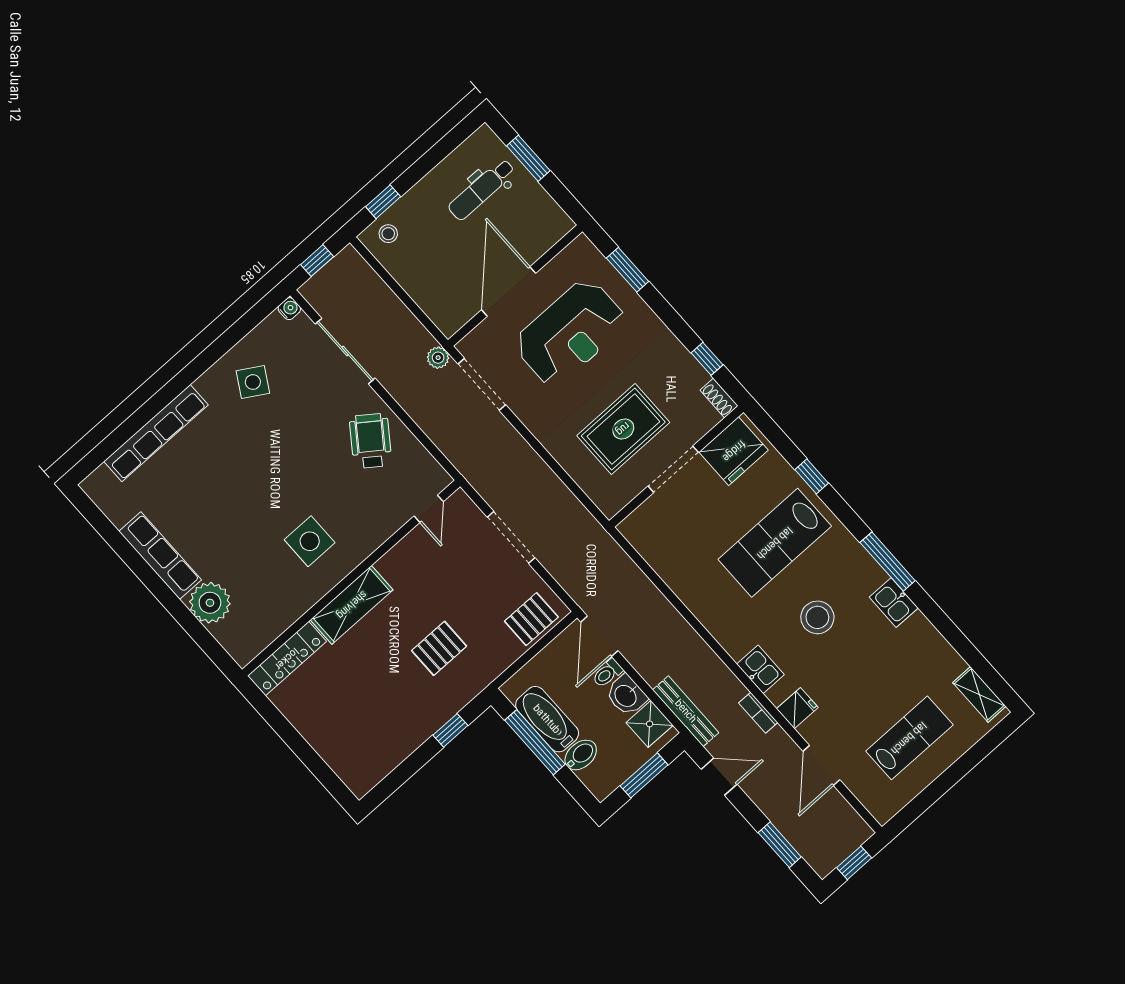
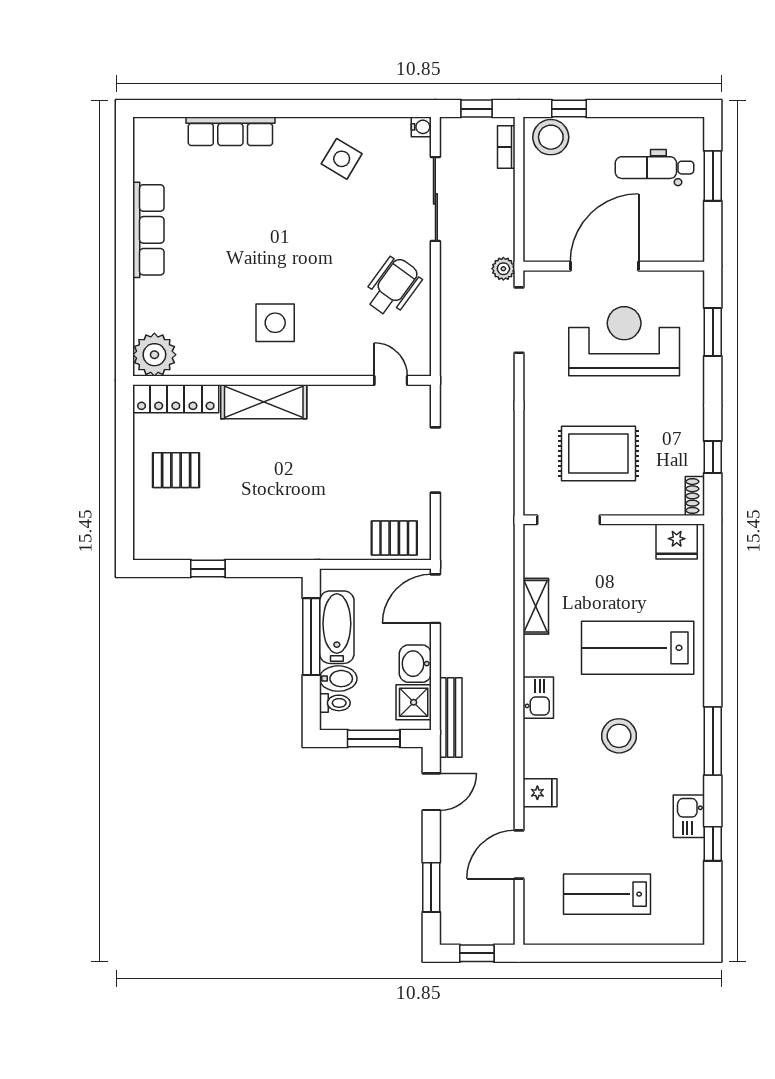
stool: (388, 234) -> (551, 137), width x1.89, depth x1.89
reception desk: (570, 333) -> (624, 341), turned 180
row of seats: (156, 433) -> (230, 131), width x0.73
fridge: (734, 451) -> (677, 542), width x0.73, depth x0.75
doorway: (673, 469) -> (569, 520), moved
window: (812, 476) -> (713, 844), moved
door: (429, 509) -> (391, 380), swing flipped
plant: (210, 603) -> (154, 355), moved
kitchen sink: (894, 603) -> (689, 816), moved
pallet: (439, 648) -> (176, 470), moved
kitchen sink: (760, 669) -> (538, 698), moved
toilet: (607, 673) -> (335, 703), moved, turned 180
shelving: (979, 694) -> (536, 606), moved
bookcase: (758, 713) -> (506, 147), moved
window: (450, 730) -> (208, 569), moved
lab bench: (909, 738) -> (607, 894), turned 180
door: (719, 777) -> (431, 792), hinge flipped

